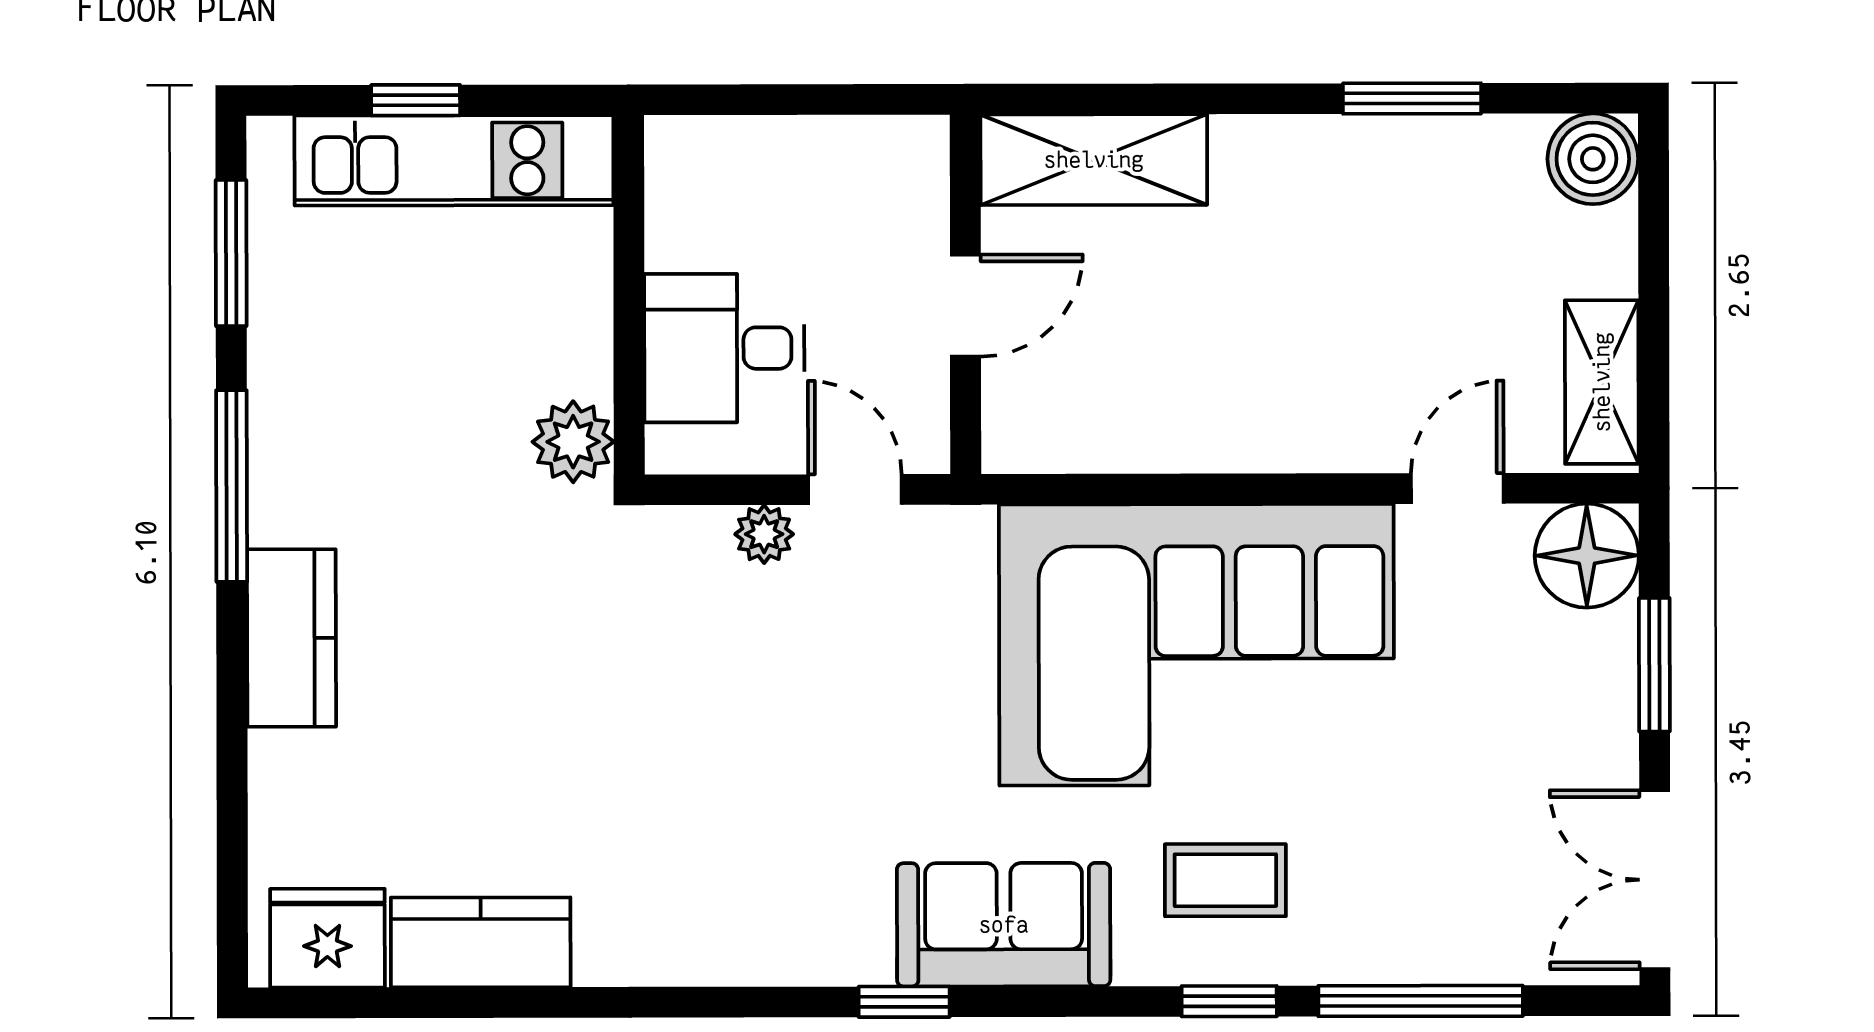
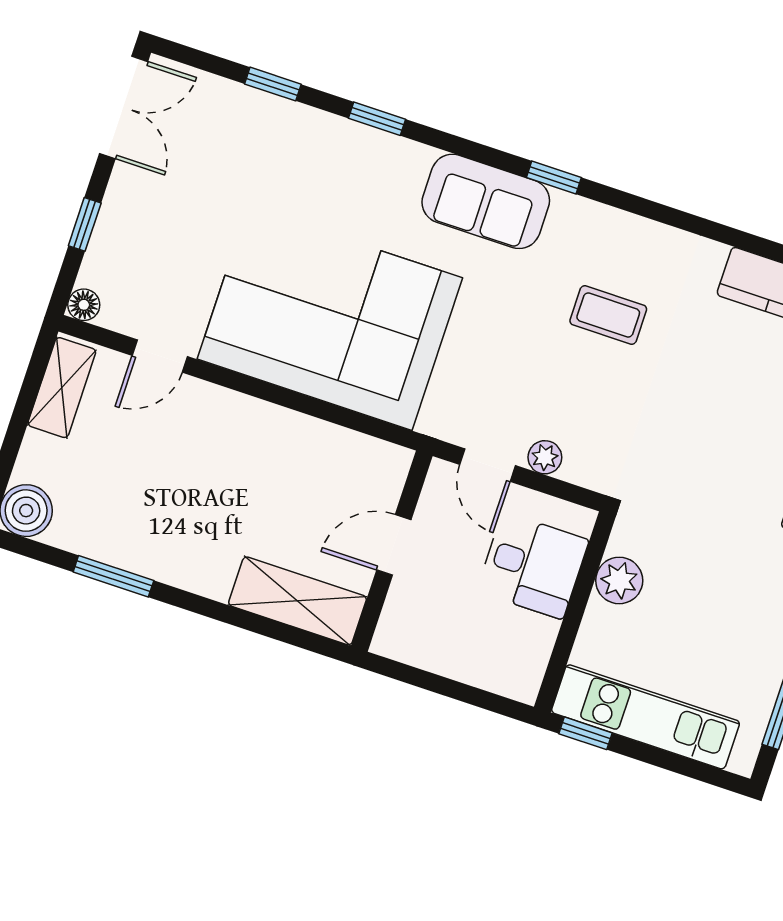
window: (416, 100) -> (586, 733), moved
plant: (573, 442) -> (619, 580), moved
floor lamp: (1587, 556) -> (84, 305), width x0.53, depth x0.53
window: (1654, 665) -> (85, 224), width x0.67
coffee table: (1225, 880) -> (608, 315), moved
window: (1421, 1001) -> (273, 84), width x0.46

